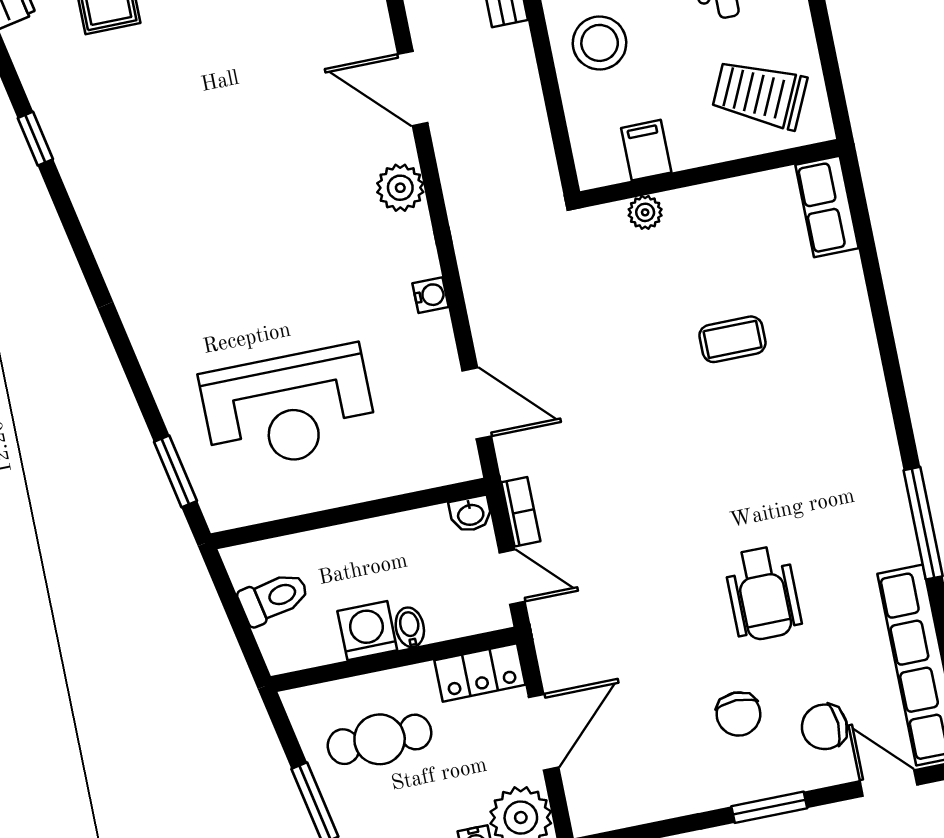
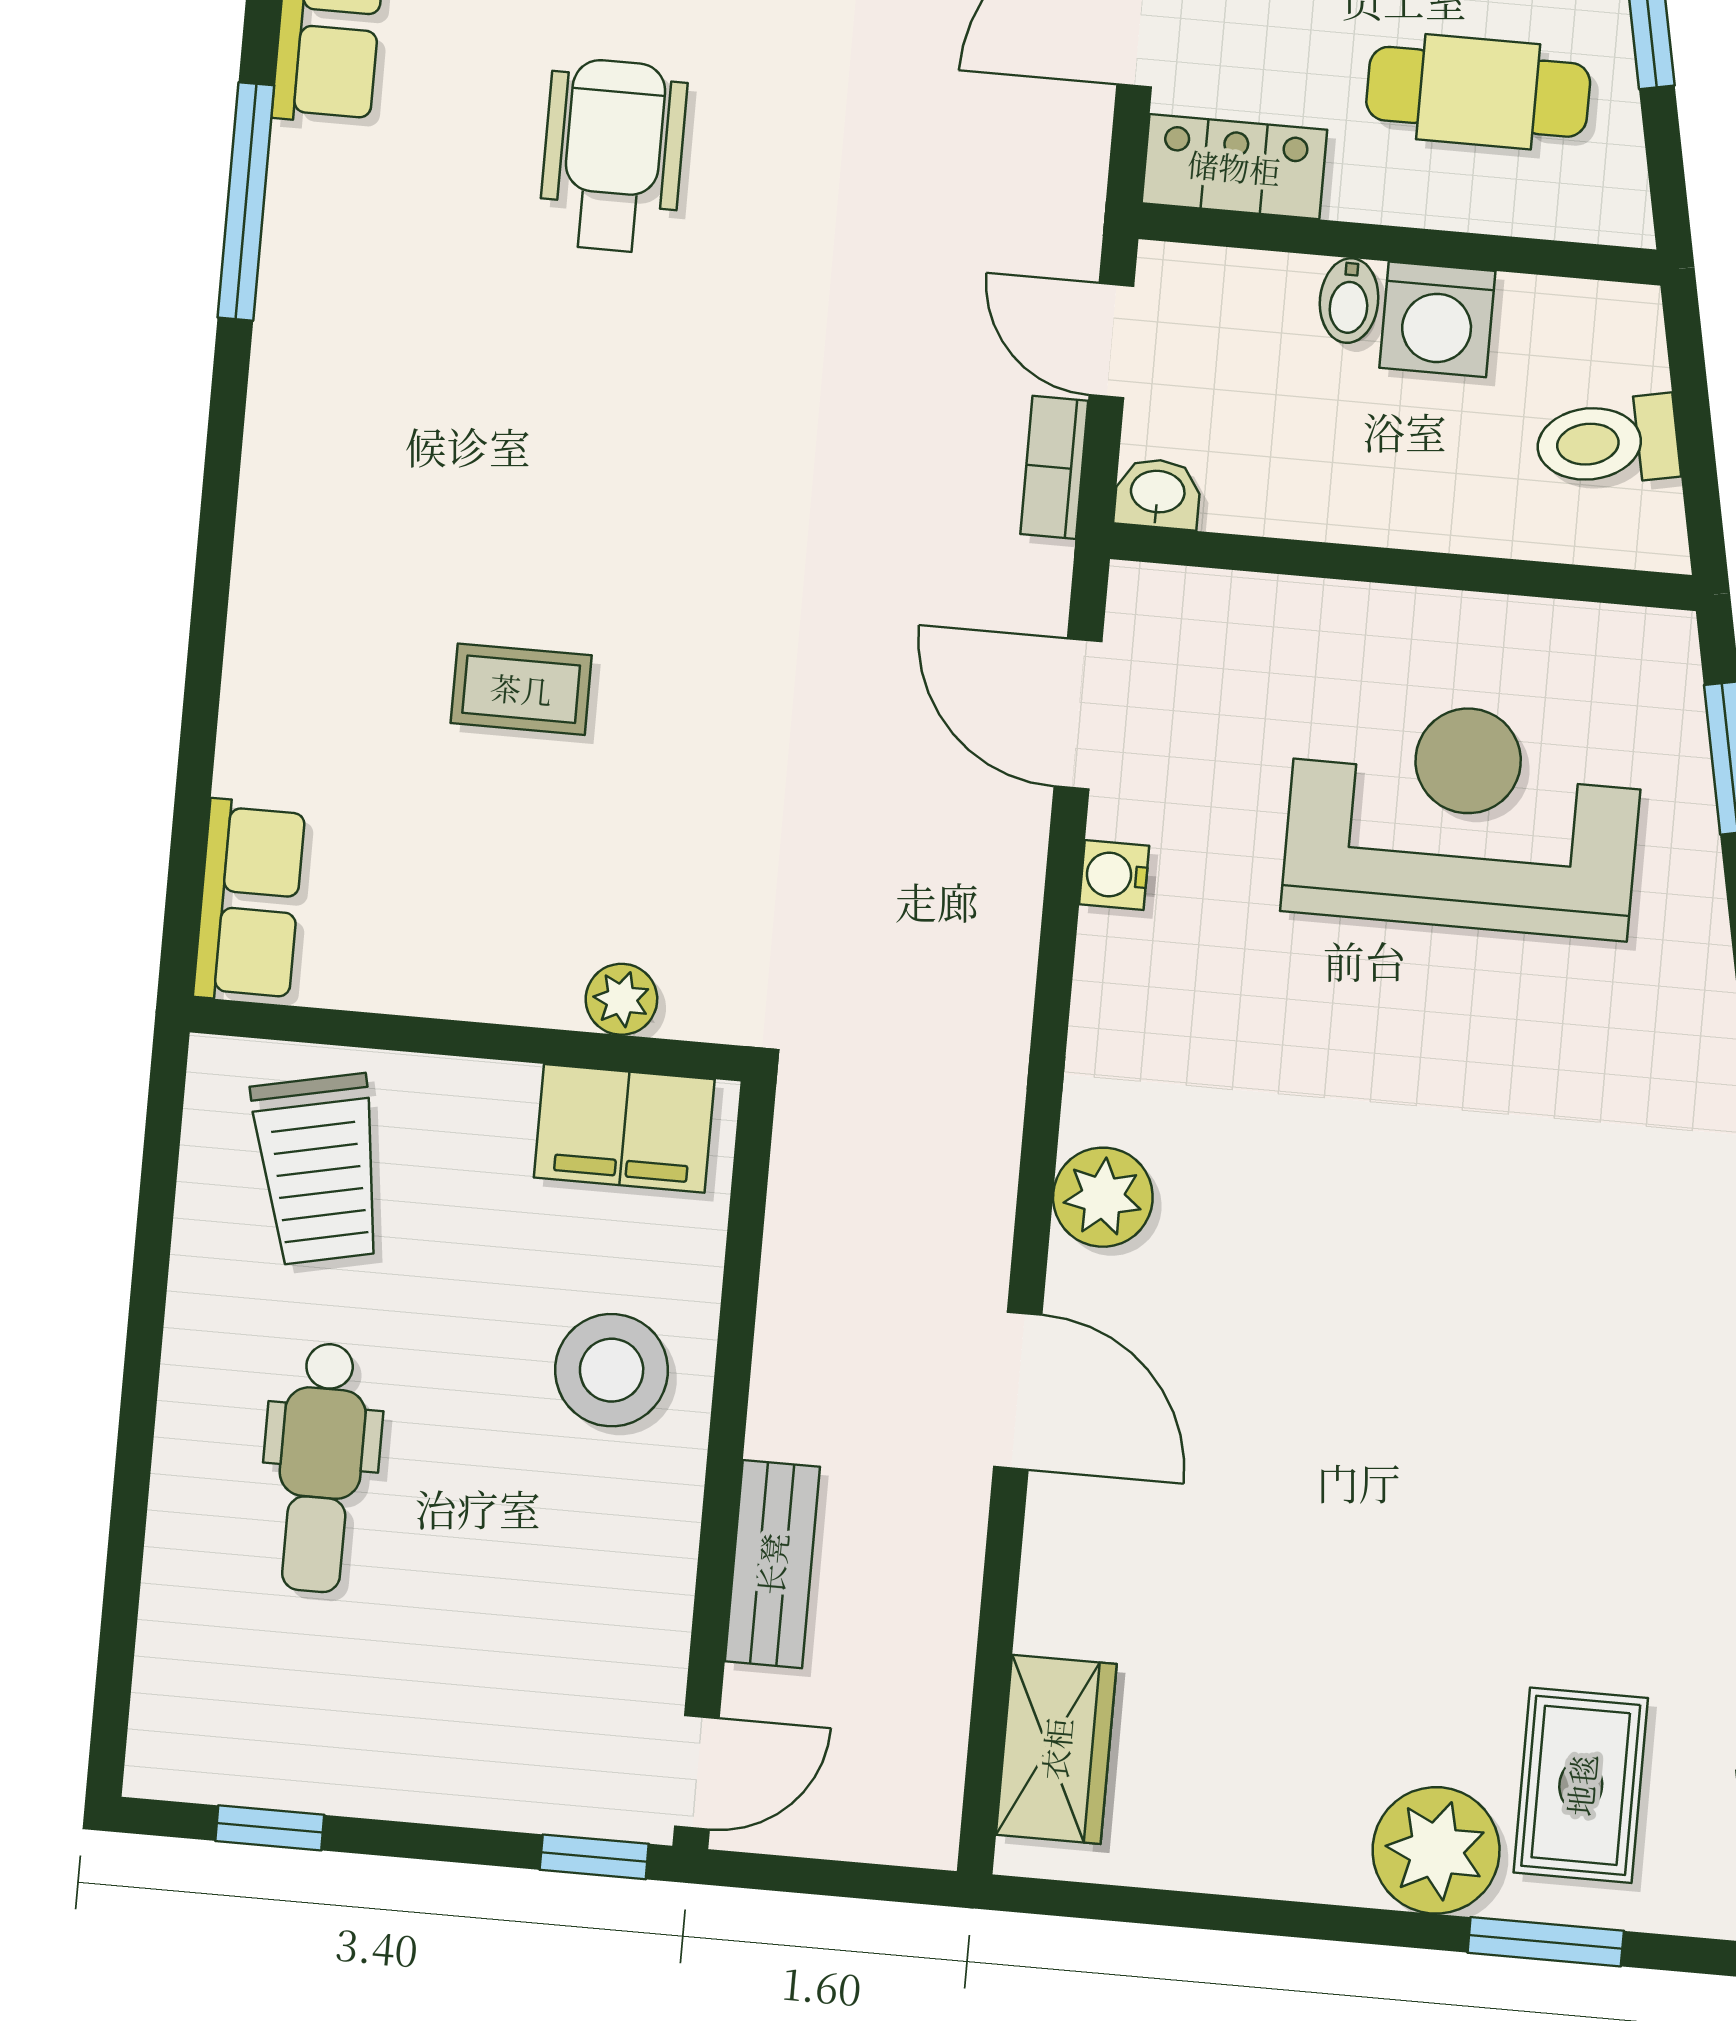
trolley: (759, 94) -> (318, 1169), turned 53
filing cabinet: (646, 150) -> (624, 1128), width x2.00
water cooler: (431, 295) -> (1114, 875), moved

